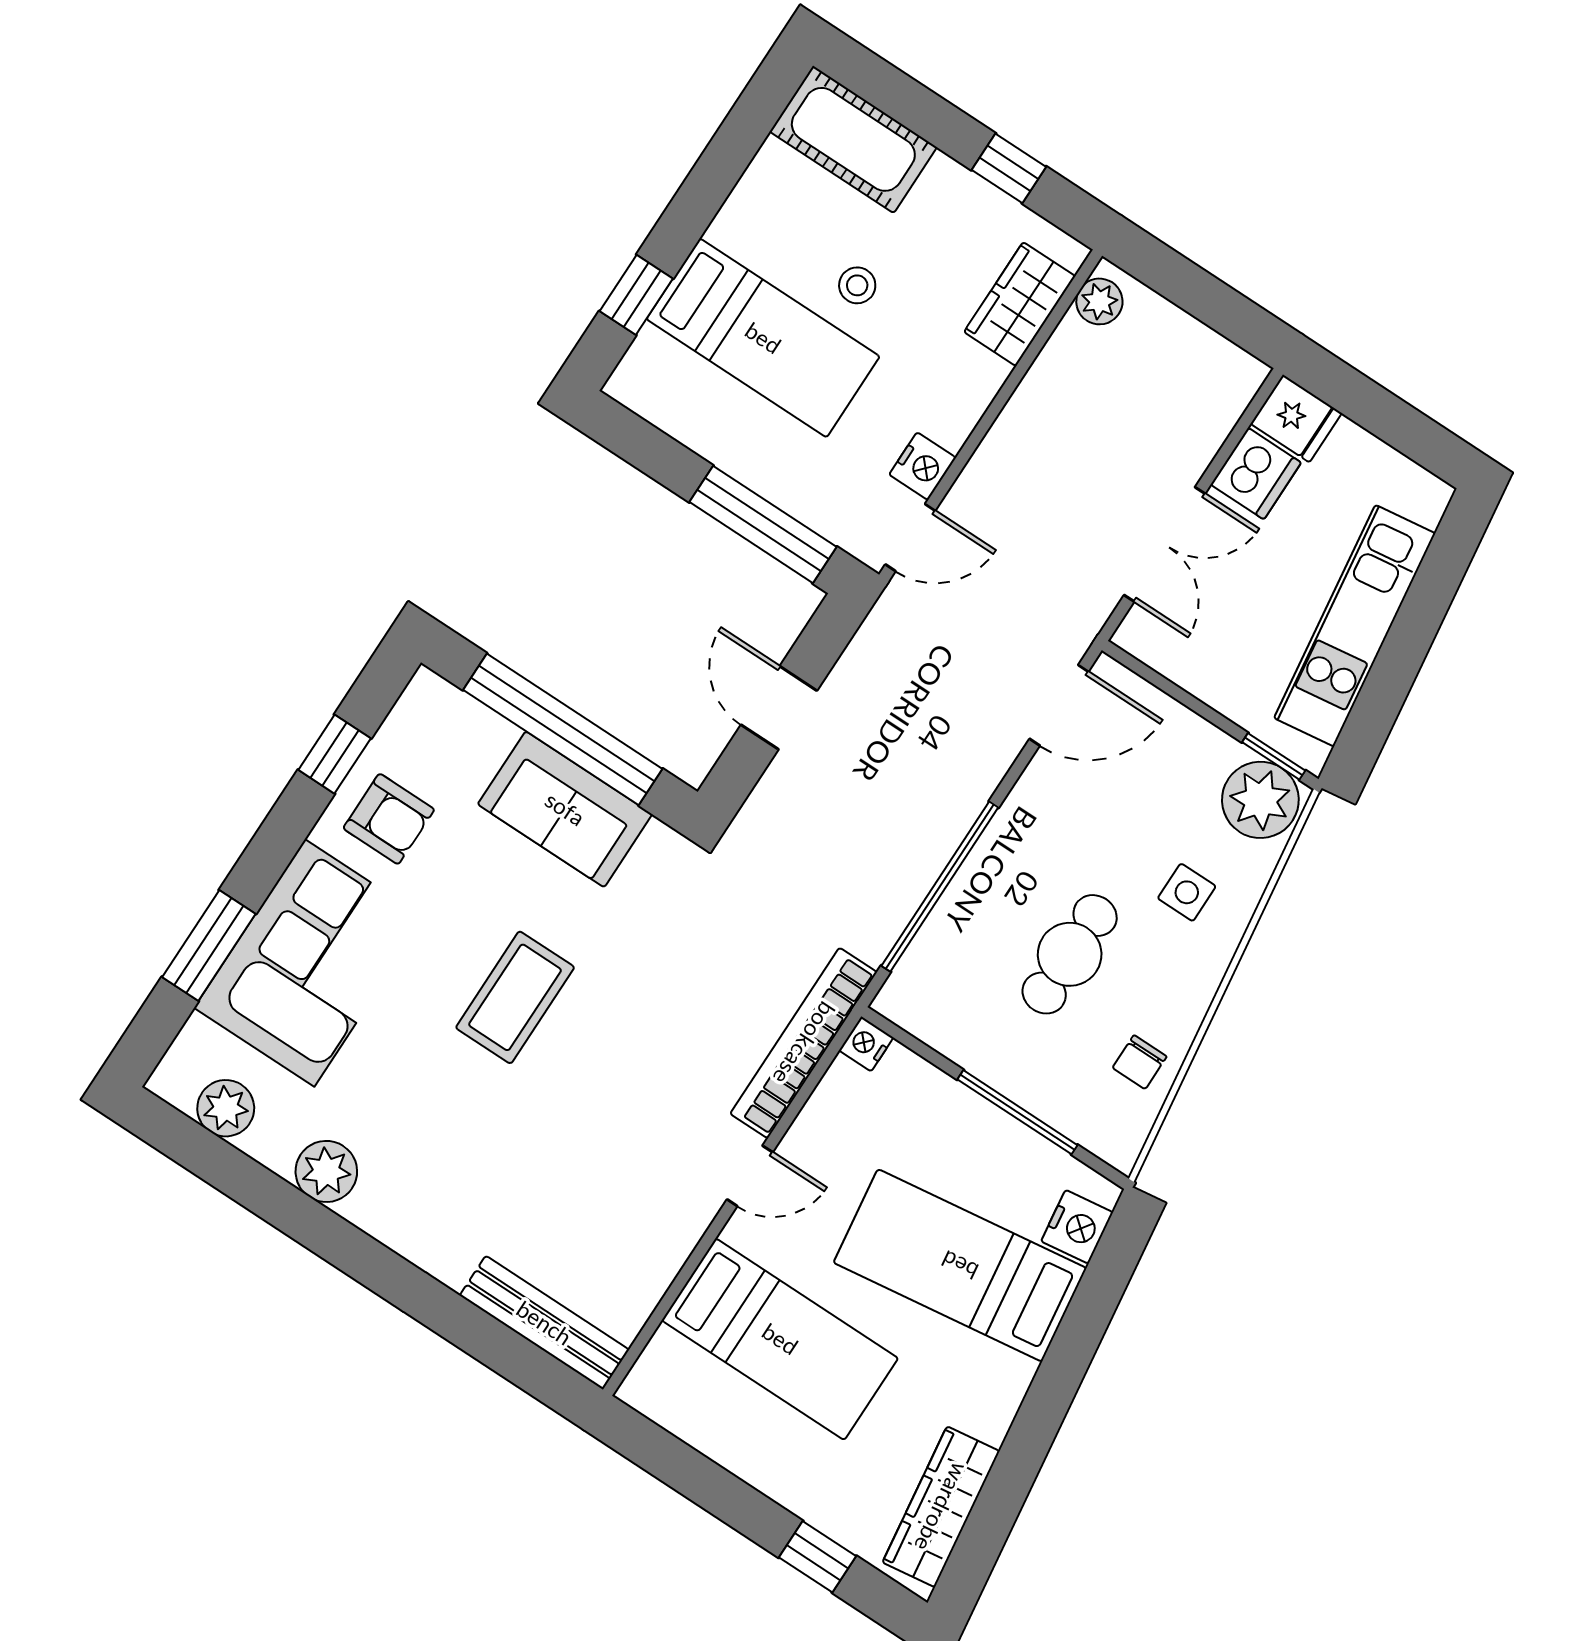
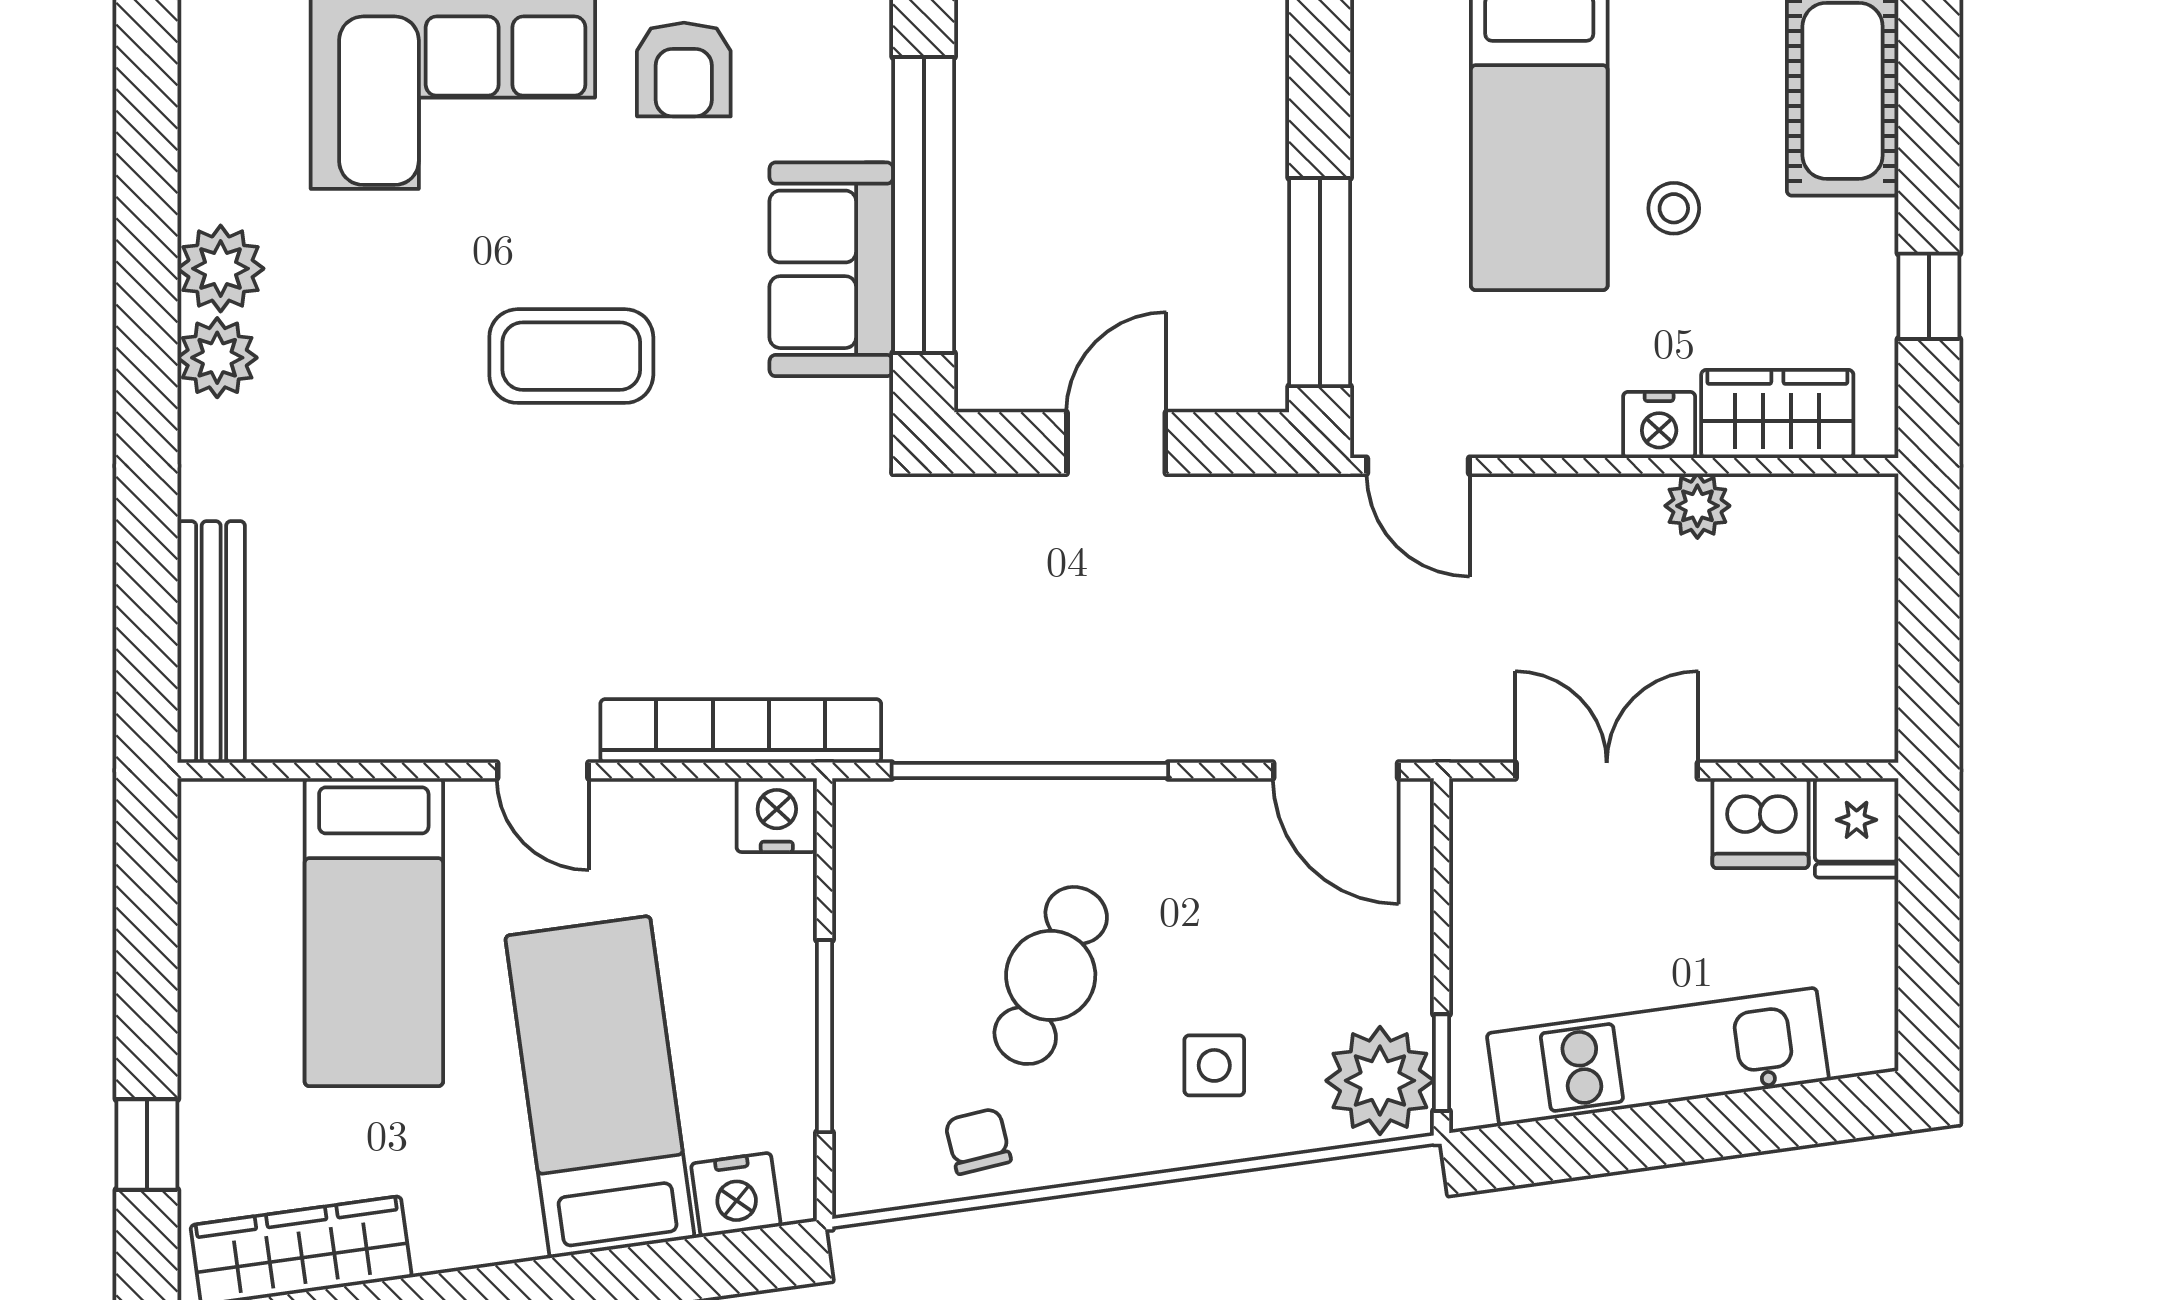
plant: (1099, 301) -> (1697, 506), moved
nightstand: (923, 466) -> (1659, 425), moved
double door: (1165, 544) -> (1607, 770), swing flipped
cafe table: (1070, 954) -> (1051, 975), turned -67
nightstand: (866, 1044) -> (777, 815), width x1.39, depth x1.35
chair: (1140, 1062) -> (978, 1141), turned 76
plant: (226, 1108) -> (217, 358), moved

